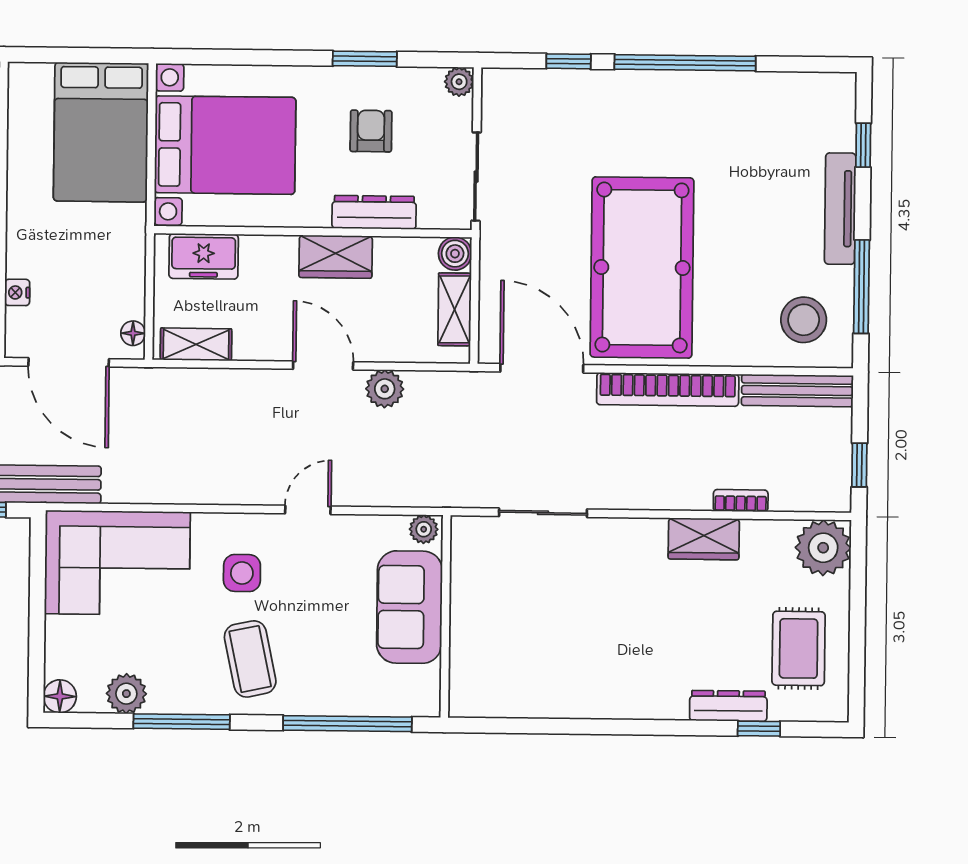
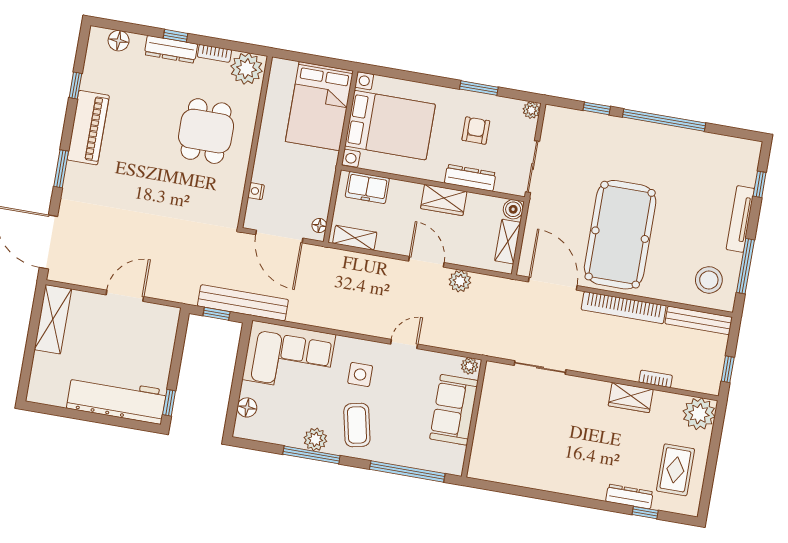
plant: (126, 694) -> (315, 439), moved
floor lamp: (60, 696) -> (247, 407), moved

